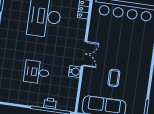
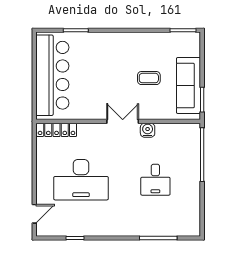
printer: (50, 103) -> (194, 157), removed

